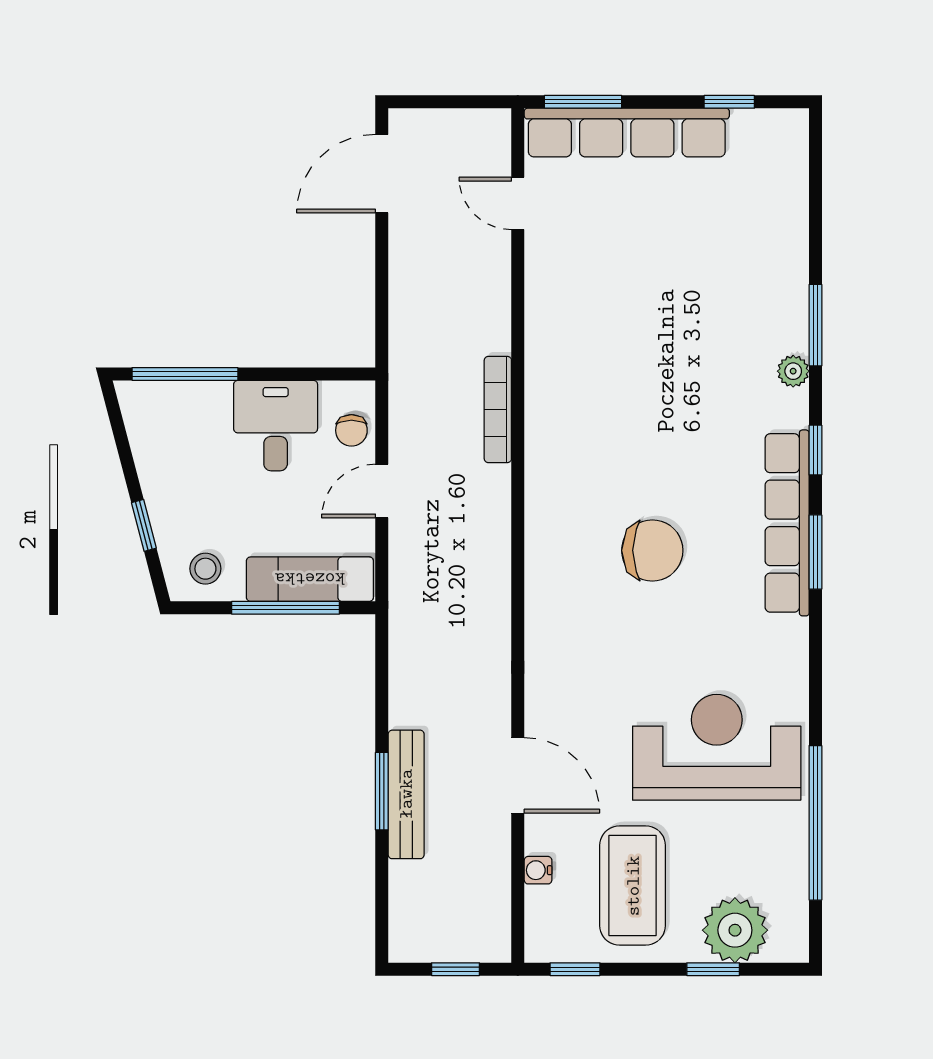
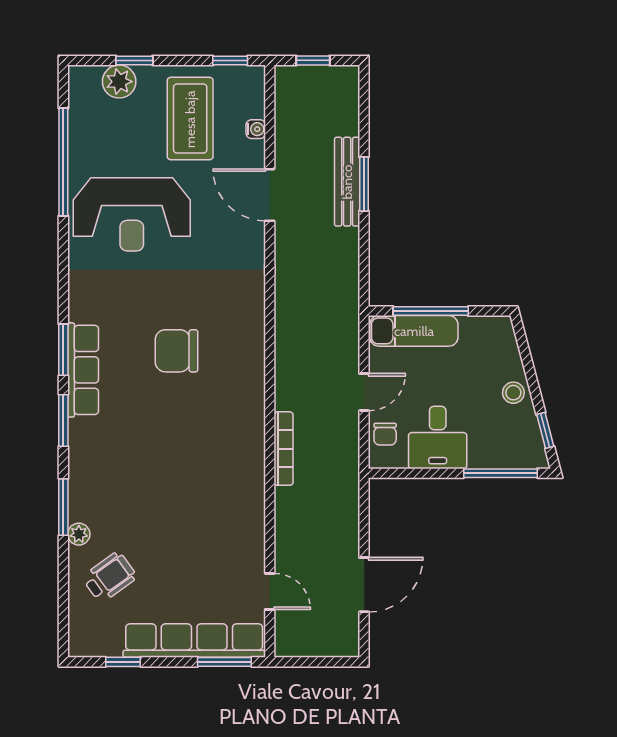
door: (382, 174) -> (364, 585), moved
wheelchair: (749, 224) -> (110, 577), added
plant: (793, 371) -> (79, 534), moved
chair: (351, 430) -> (385, 434), turned 180
window: (815, 450) -> (63, 420), width x1.50
row of seats: (787, 523) -> (83, 370), width x0.73
window: (144, 525) -> (545, 430), moved
stool: (205, 569) -> (513, 393), moved
plant: (735, 930) -> (119, 82), width x0.73, depth x0.73

